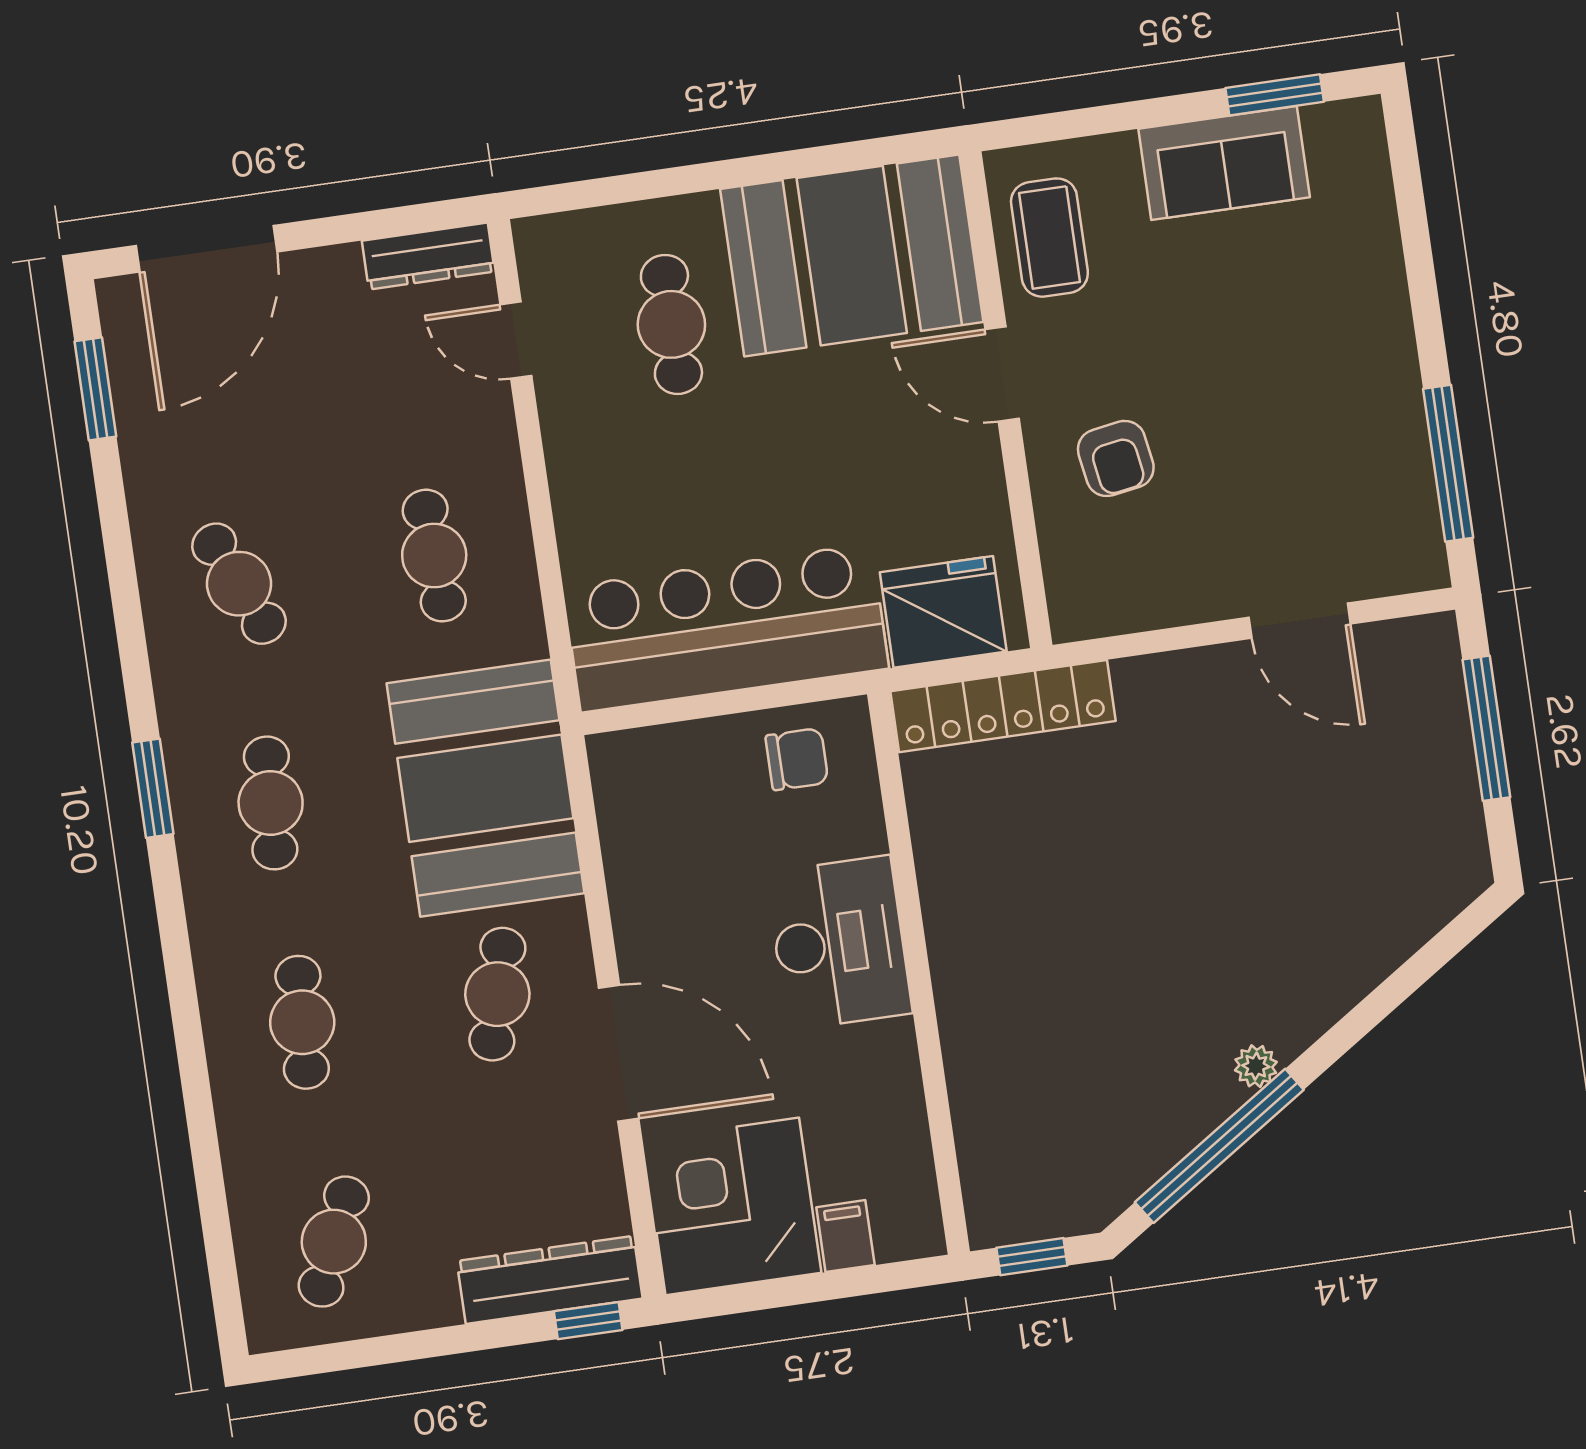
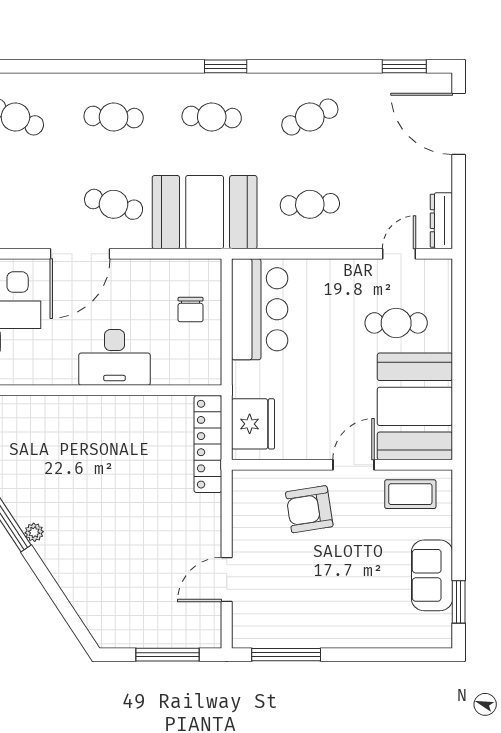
armchair: (1116, 458) -> (309, 509), width x1.38, depth x1.38
bar counter: (726, 628) -> (260, 309), width x0.73
chair: (797, 759) -> (191, 310), moved

